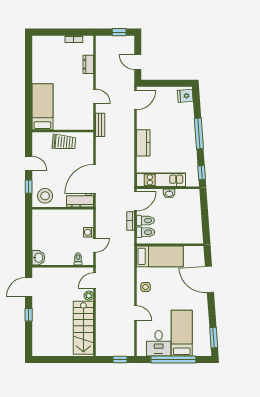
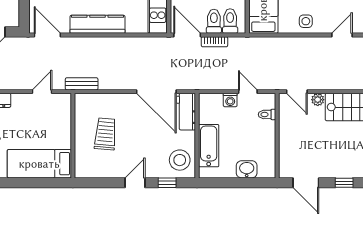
bed: (42, 107) -> (39, 164), moved
wall: (63, 131) -> (73, 136), moved
kitchen counter: (143, 143) -> (97, 24), width x1.50
bathtub: (55, 217) -> (209, 146), added
washbasin: (38, 258) -> (247, 169), moved

